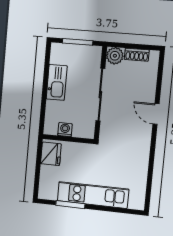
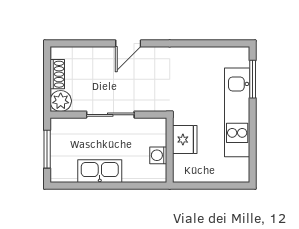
sliding door: (100, 95) -> (110, 115), width x0.73
fridge: (51, 154) -> (185, 140), moved, turned 90
window: (70, 205) -> (253, 79), moved

